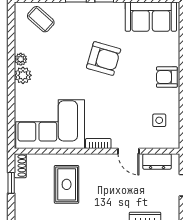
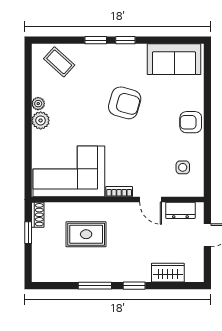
rug: (67, 184) -> (86, 234), turned 90

